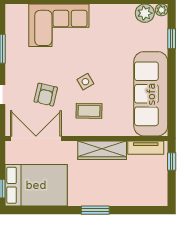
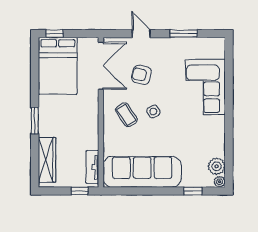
coffee table: (89, 111) -> (126, 115), turned -35
wardrobe: (102, 150) -> (47, 160), moved, turned 180

